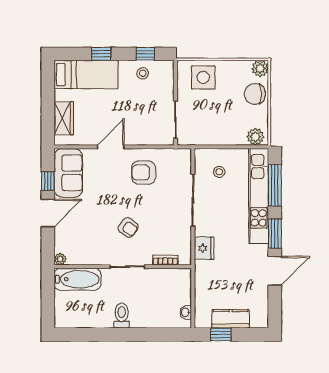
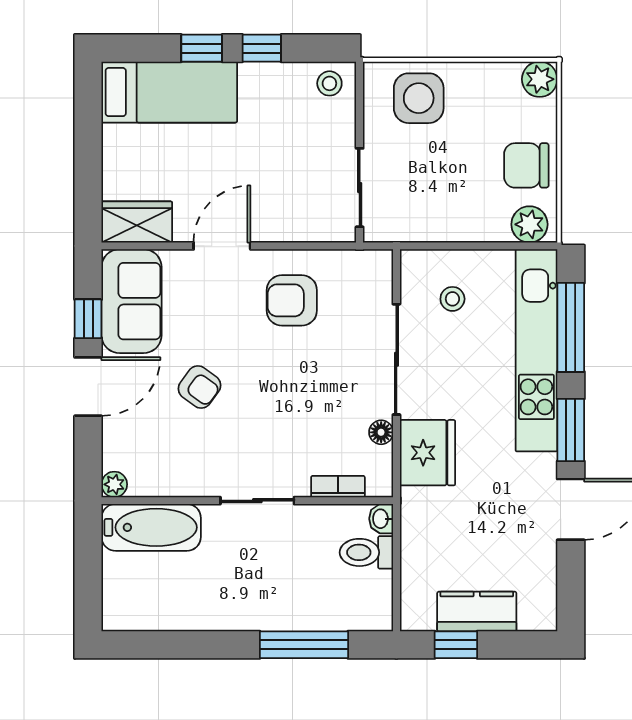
window: (145, 54) -> (262, 48), moved
stool: (143, 73) -> (329, 83), moved
chair: (255, 94) -> (526, 165), moved
wardrobe: (64, 118) -> (137, 222), moved, turned -90
armchair: (128, 228) -> (199, 387), moved
floor lamp: (186, 235) -> (381, 432), added
fridge: (204, 248) -> (428, 453), width x1.36, depth x1.34
washbasin: (186, 312) -> (381, 519), moved
toilet: (122, 316) -> (366, 552), moved, turned -90
window: (149, 334) -> (304, 645), added

